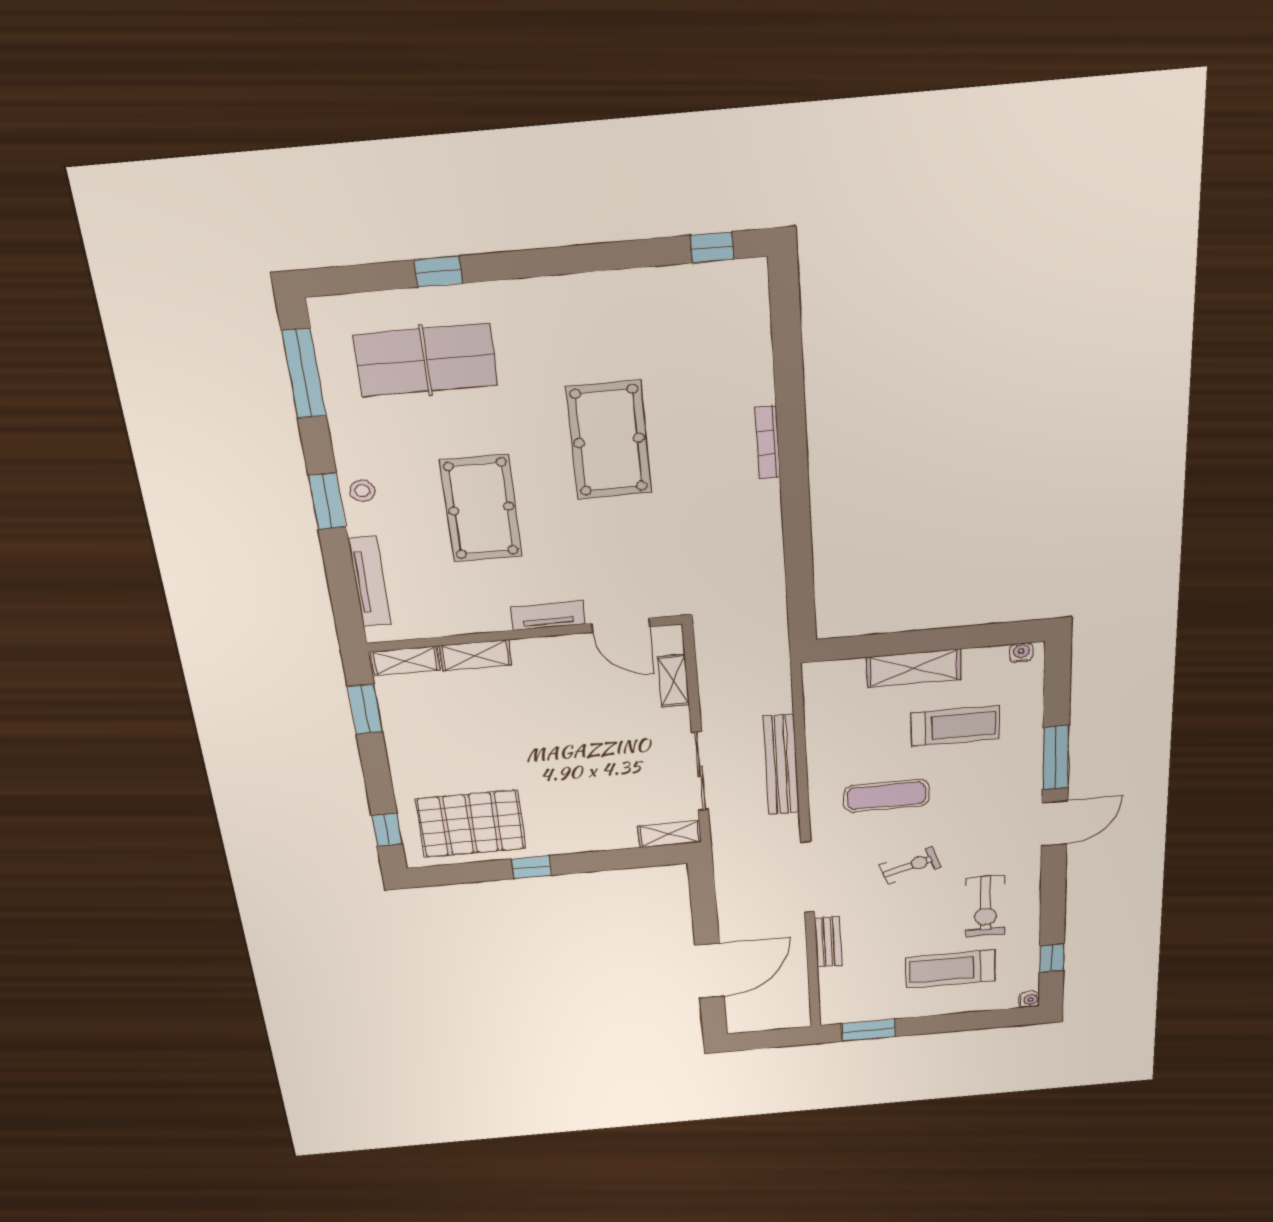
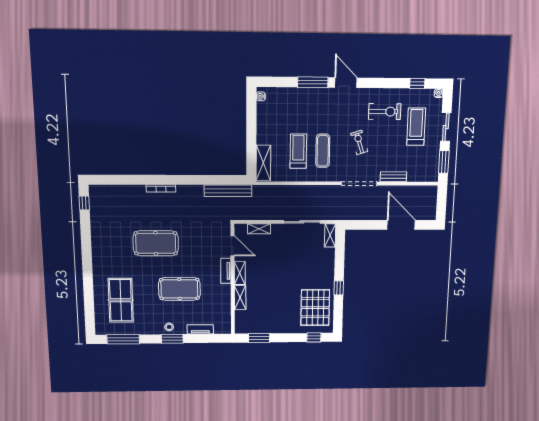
window: (438, 272) -> (89, 292), removed
tv unit: (370, 582) -> (200, 329), width x0.71
door: (621, 625) -> (232, 246), hinge flipped
shelving: (405, 661) -> (240, 273), moved
shelving: (914, 668) -> (263, 163), moved
treadmill: (955, 726) -> (298, 151), moved
bench: (781, 765) -> (228, 191), moved
treadmill: (951, 969) -> (416, 127), turned 180
sliding door: (951, 1023) -> (446, 127), added

